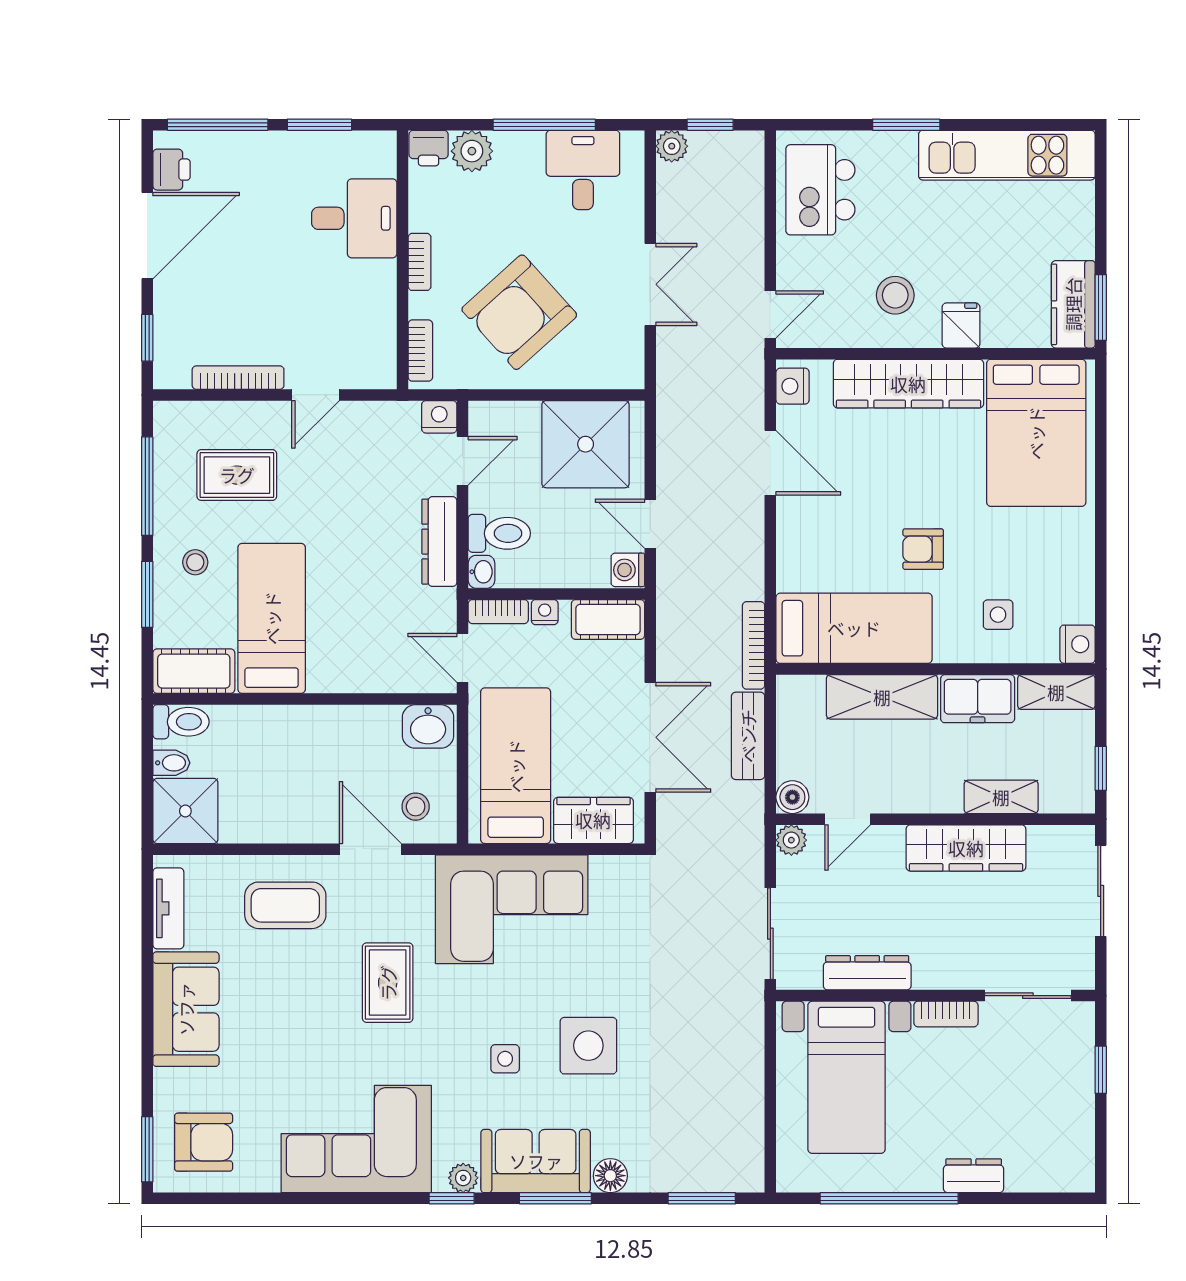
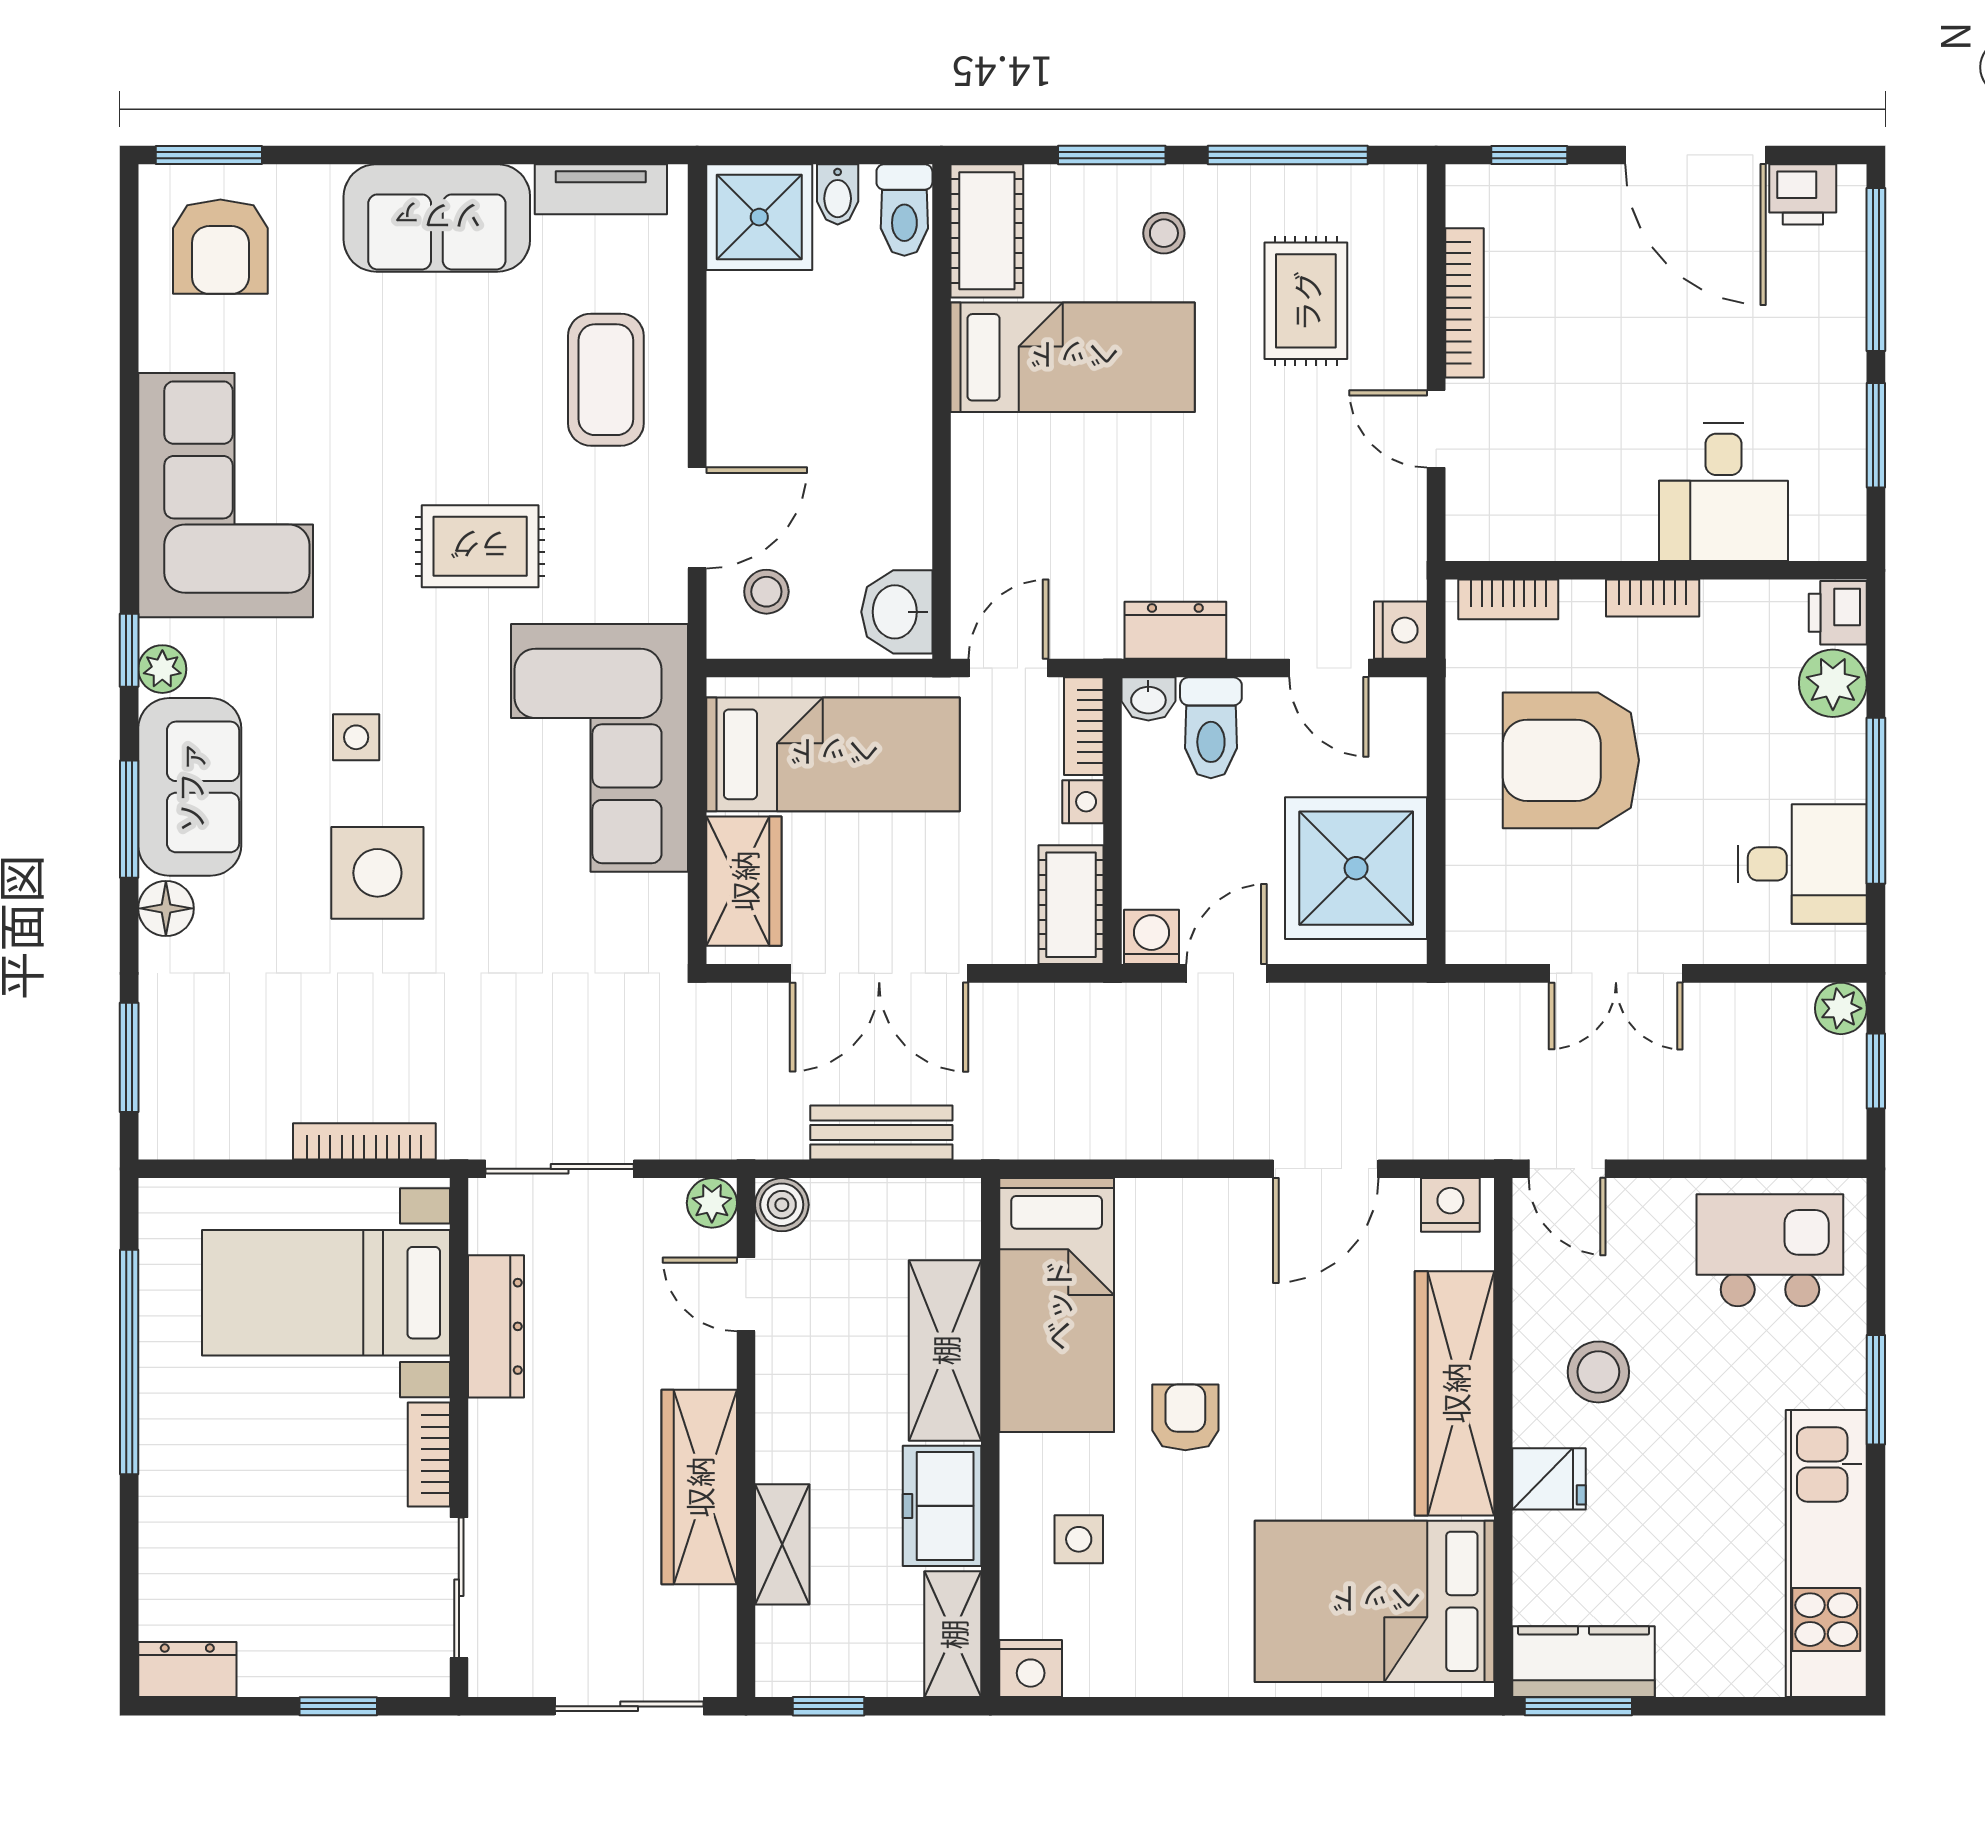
armchair: (519, 312) -> (1571, 760), turned -48
dresser: (439, 542) -> (1175, 630), width x0.70
bookcase: (754, 645) -> (364, 1141), moved
dresser: (974, 1176) -> (187, 1670), moved, turned -90

